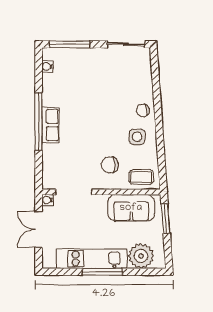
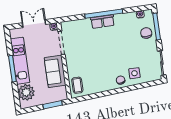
side table: (137, 137) -> (134, 73), moved
chair: (110, 165) -> (146, 33), moved
sofa: (131, 208) -> (55, 71), moved

